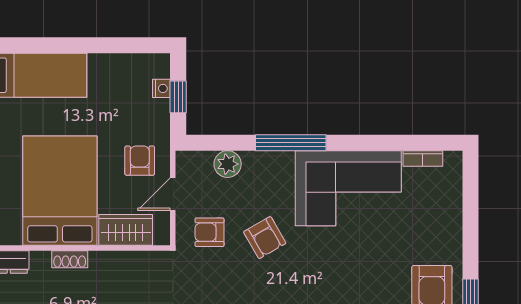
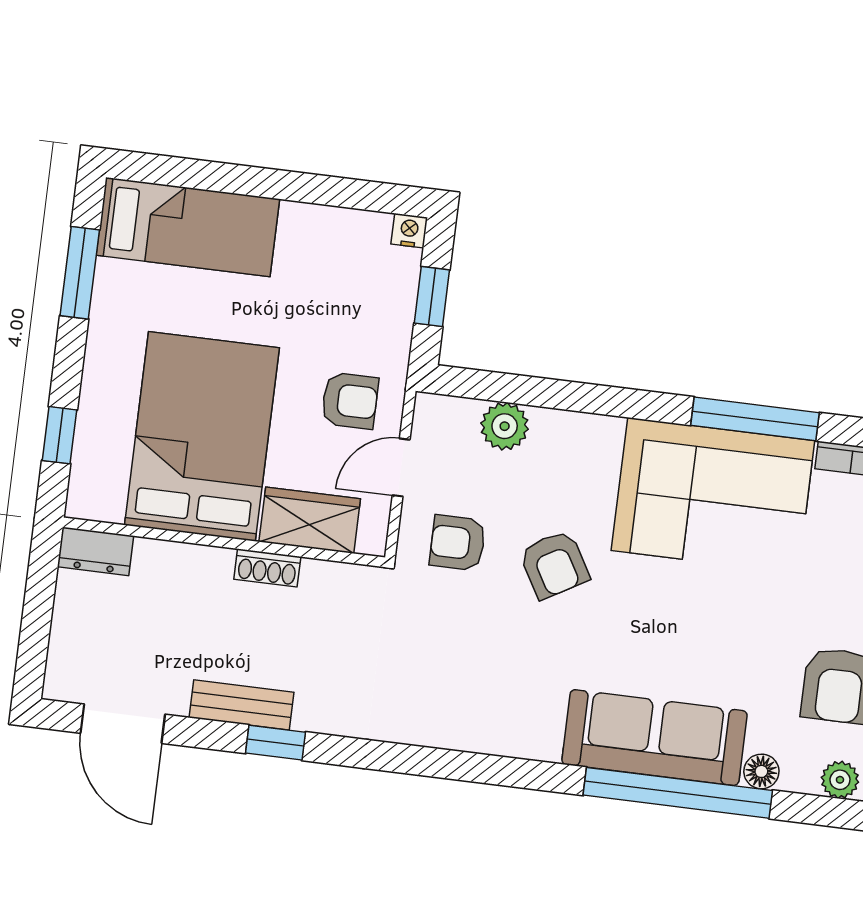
nightstand: (161, 88) -> (409, 231), moved, turned -90
window: (291, 143) -> (755, 419), moved
armchair: (140, 161) -> (350, 401), turned 90
shoe rack: (70, 259) -> (267, 568), moved

